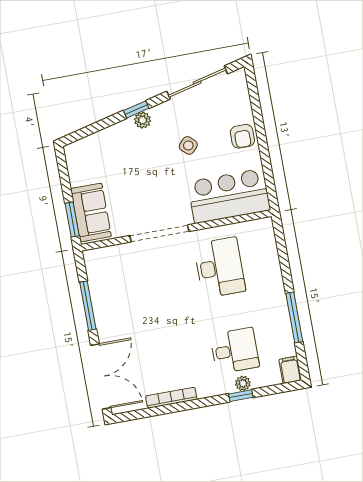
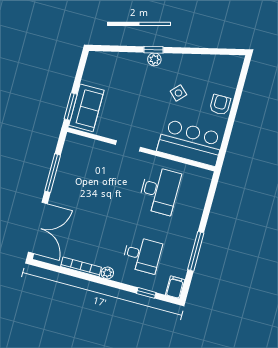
sliding door: (197, 83) -> (206, 51), removed
armchair: (242, 136) -> (220, 105), turned 180
doorway: (159, 233) -> (128, 146), width x0.53
plant: (243, 383) -> (107, 273), moved
window: (241, 396) -> (146, 293), moved

